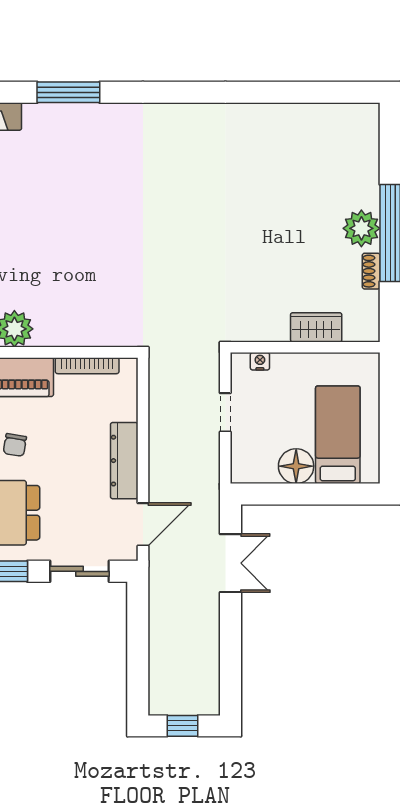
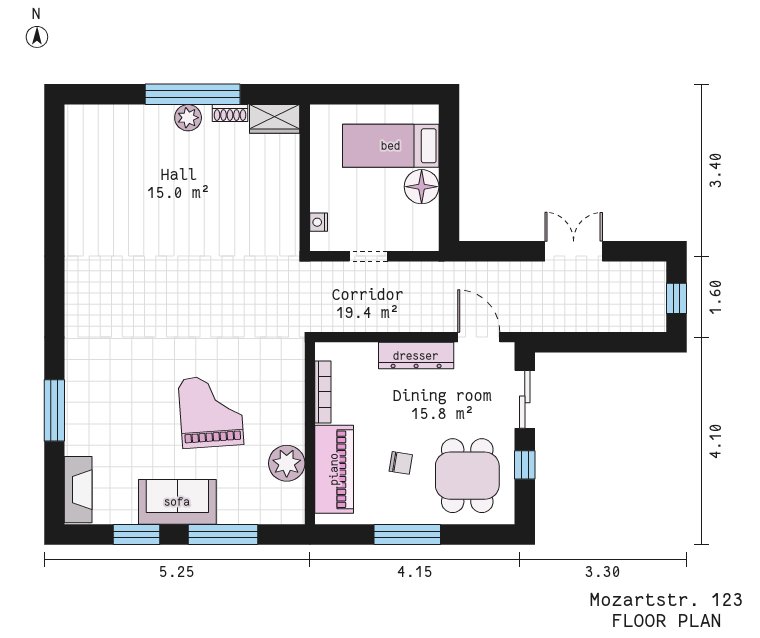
plant: (361, 228) -> (188, 118), width x0.73, depth x0.73
grand piano: (67, 252) -> (211, 412), added
wardrobe: (316, 327) -> (275, 119), moved, turned -90
double door: (230, 563) -> (574, 251), moved

